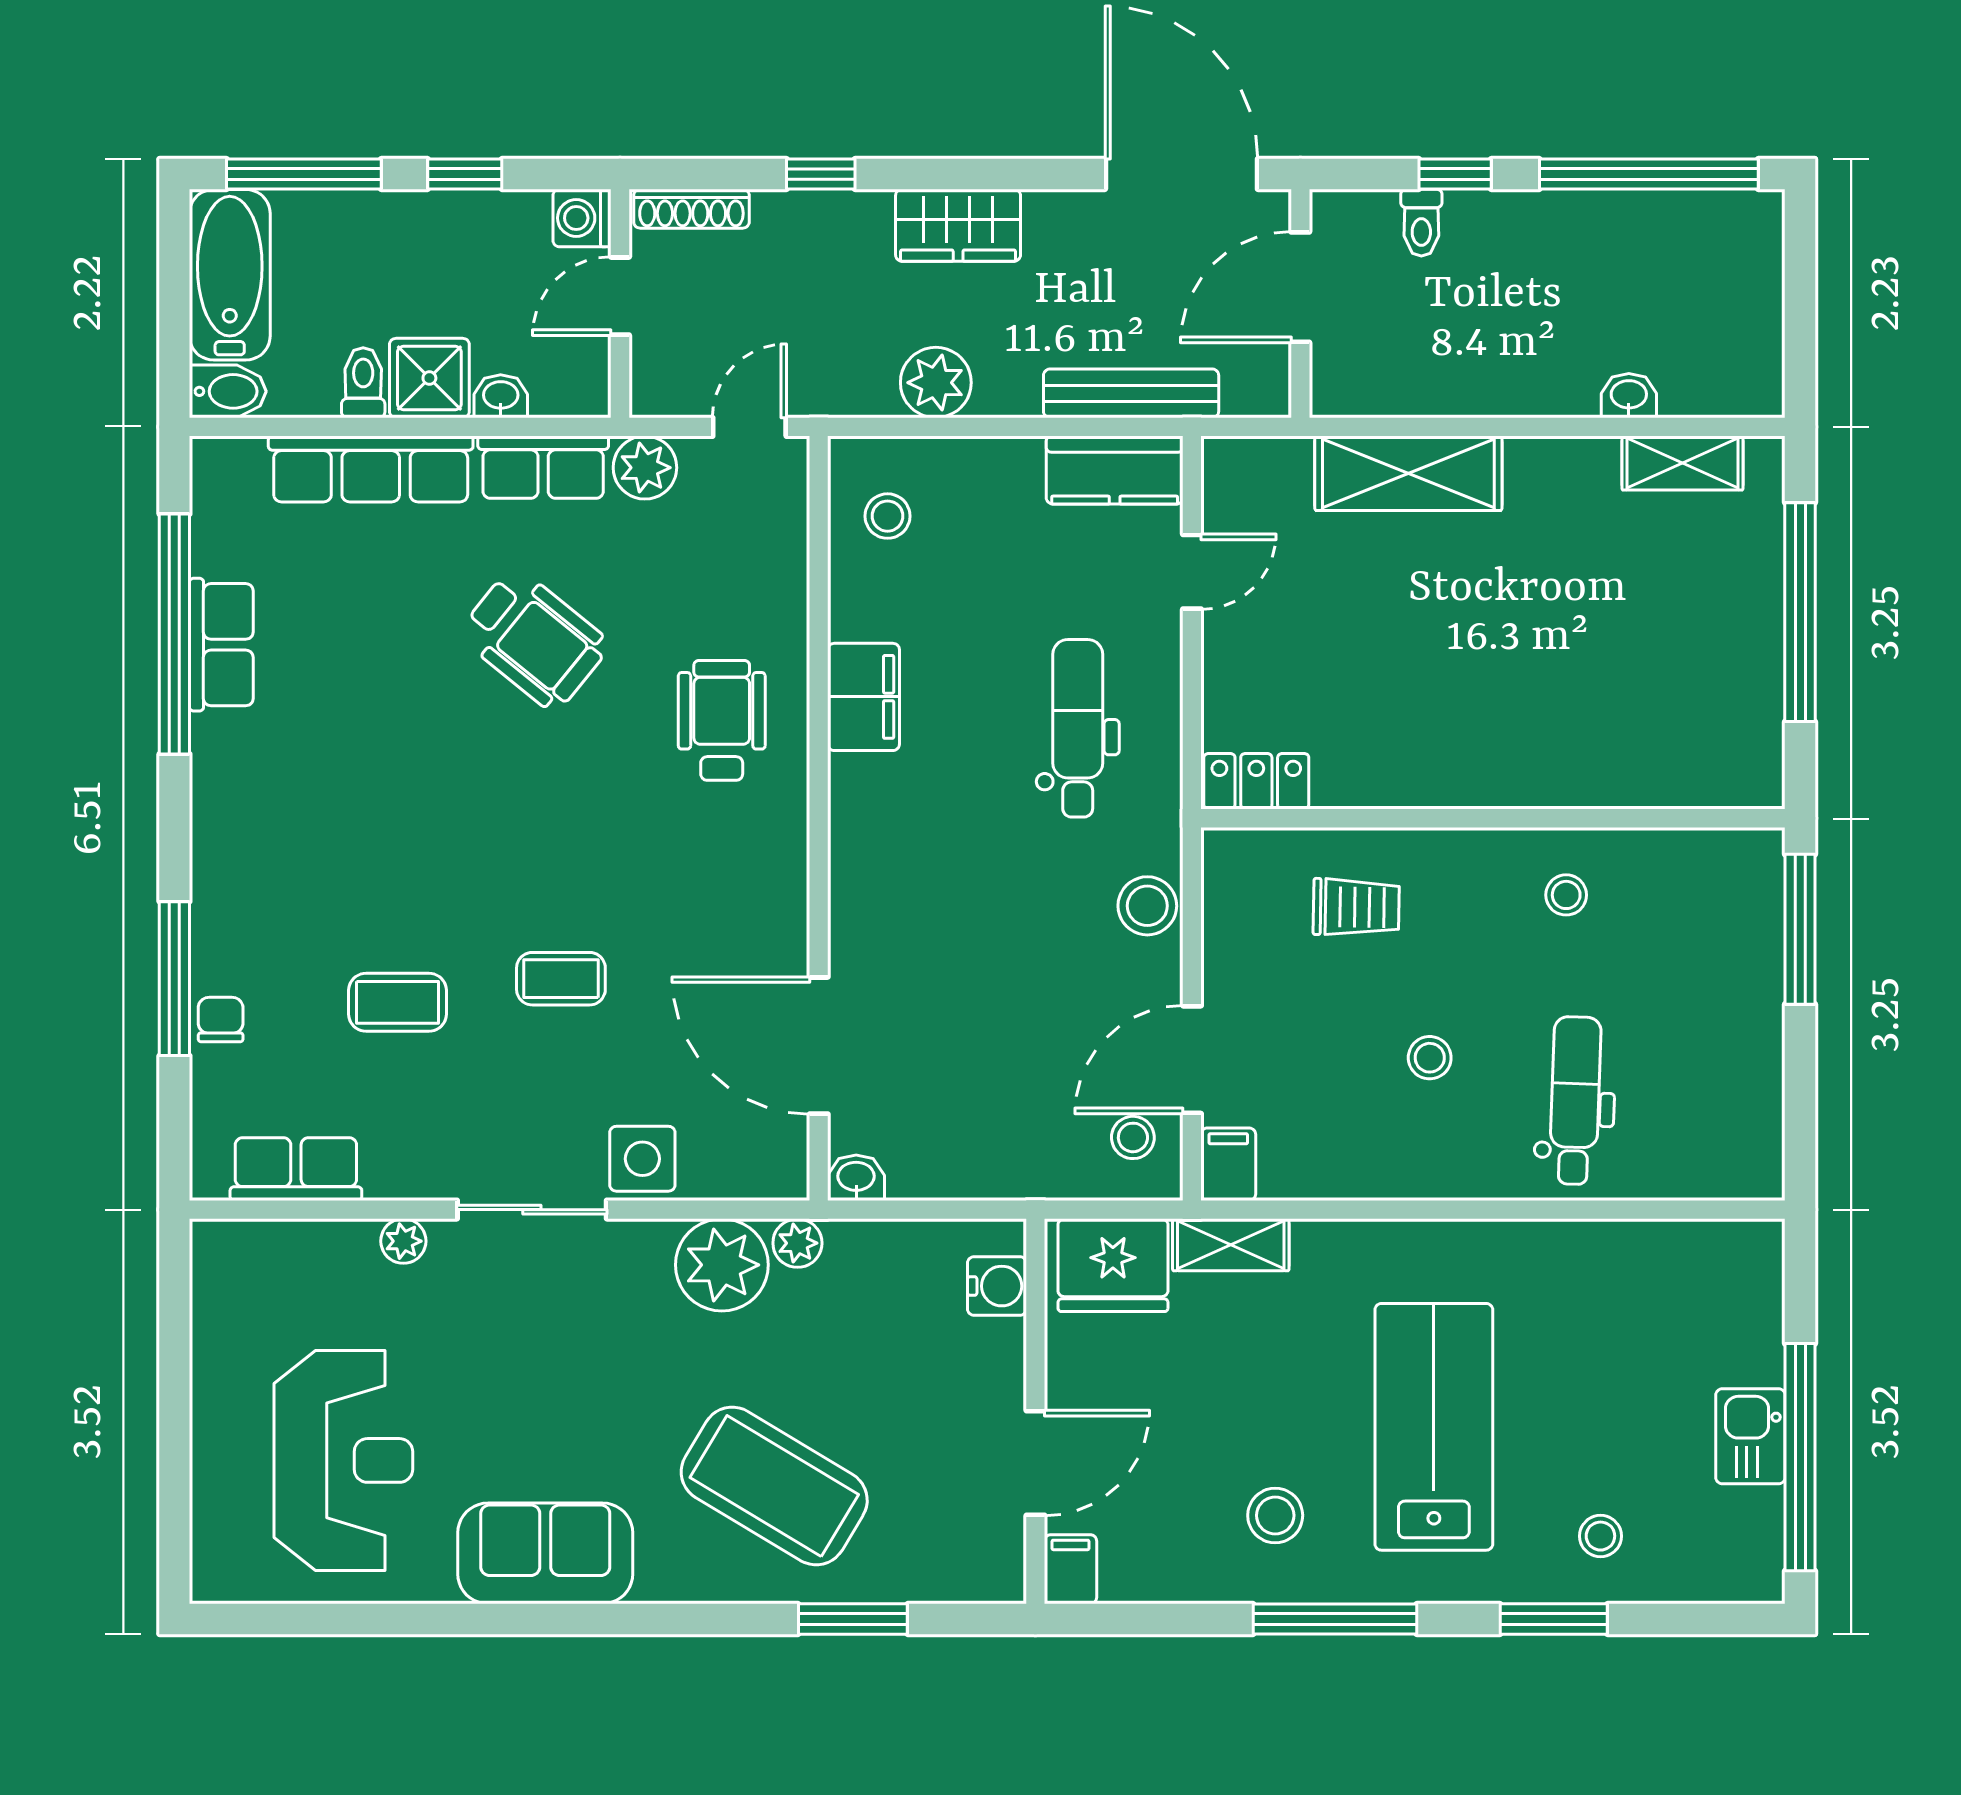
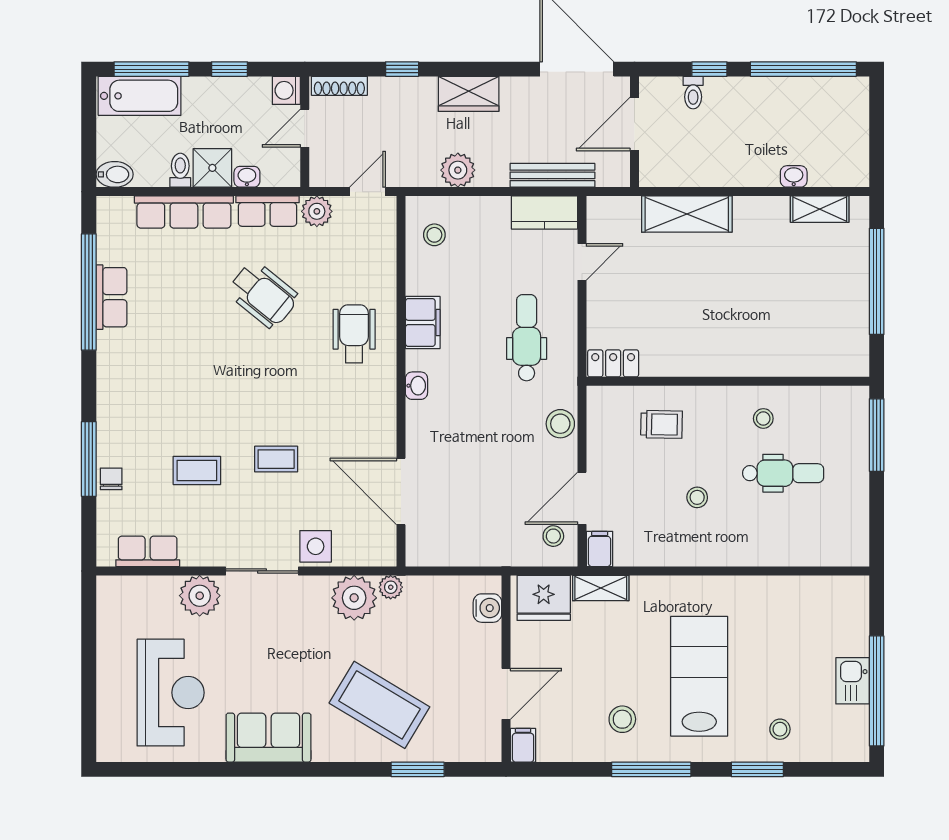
bathtub: (230, 275) -> (140, 96), moved, turned 90
dental chair: (1575, 1101) -> (783, 473), moved, turned 88
washbasin: (856, 1178) -> (416, 386), moved, turned 90
plant: (403, 1241) -> (200, 596), width x1.87, depth x1.87

